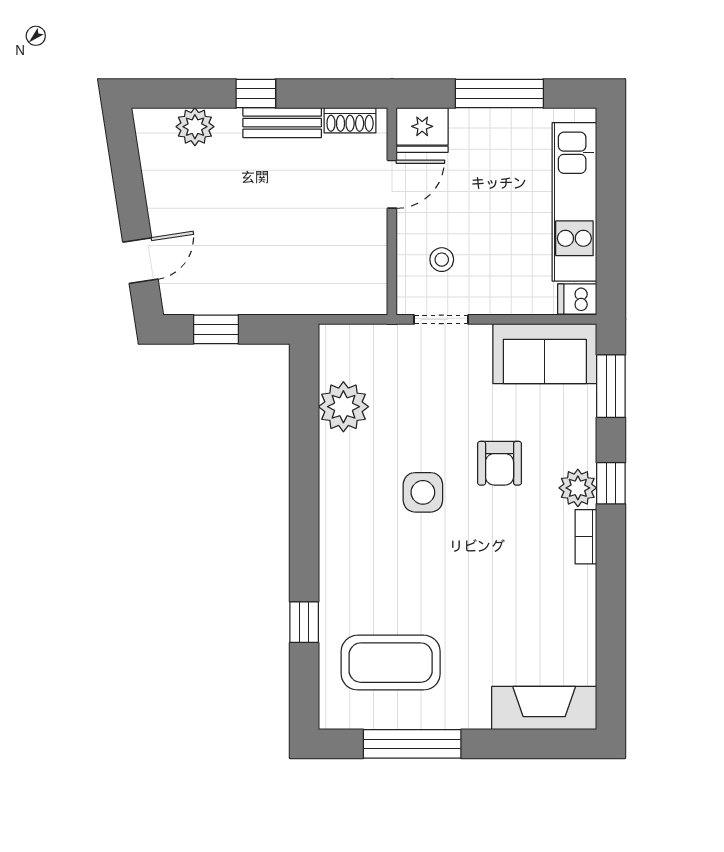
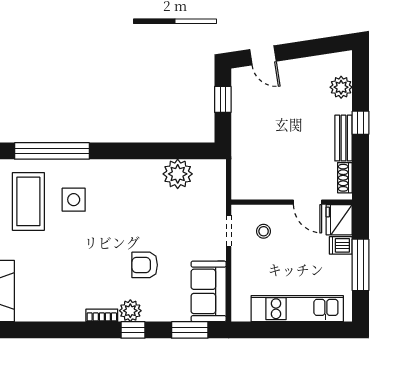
dishwasher: (577, 299) -> (341, 245), moved, turned -90
side table: (423, 492) -> (74, 200), moved
window: (304, 622) -> (52, 151), width x3.17

